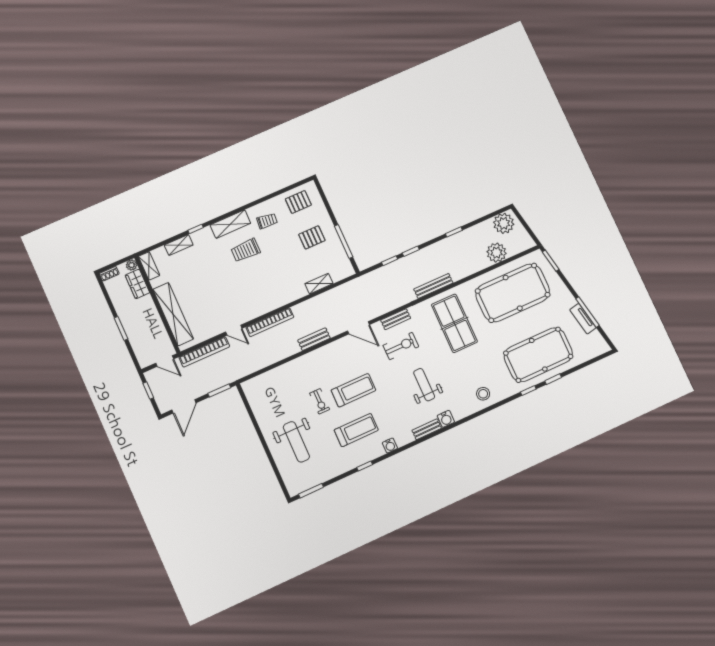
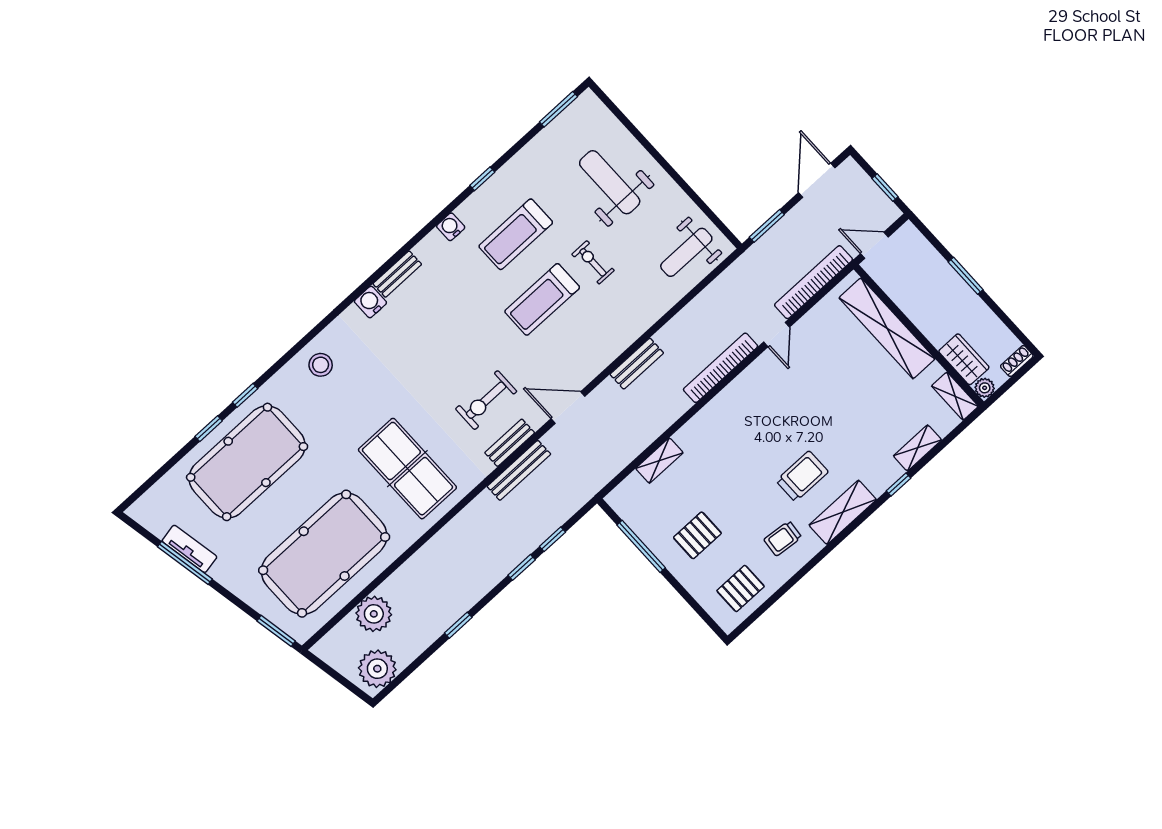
bench: (433, 286) -> (519, 470), moved
door: (234, 330) -> (777, 335), swing flipped
weight bench: (424, 385) -> (686, 252), moved, turned 90

